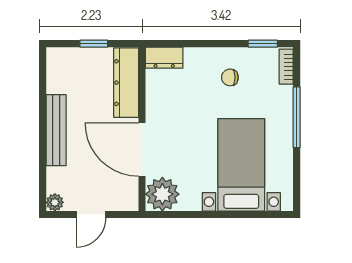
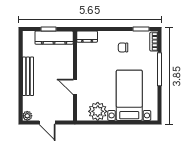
dresser: (126, 83) -> (54, 38), moved, turned -90
door: (142, 149) -> (75, 87), width x0.53
plant: (162, 194) -> (98, 111), moved
door: (91, 214) -> (47, 122), hinge flipped

